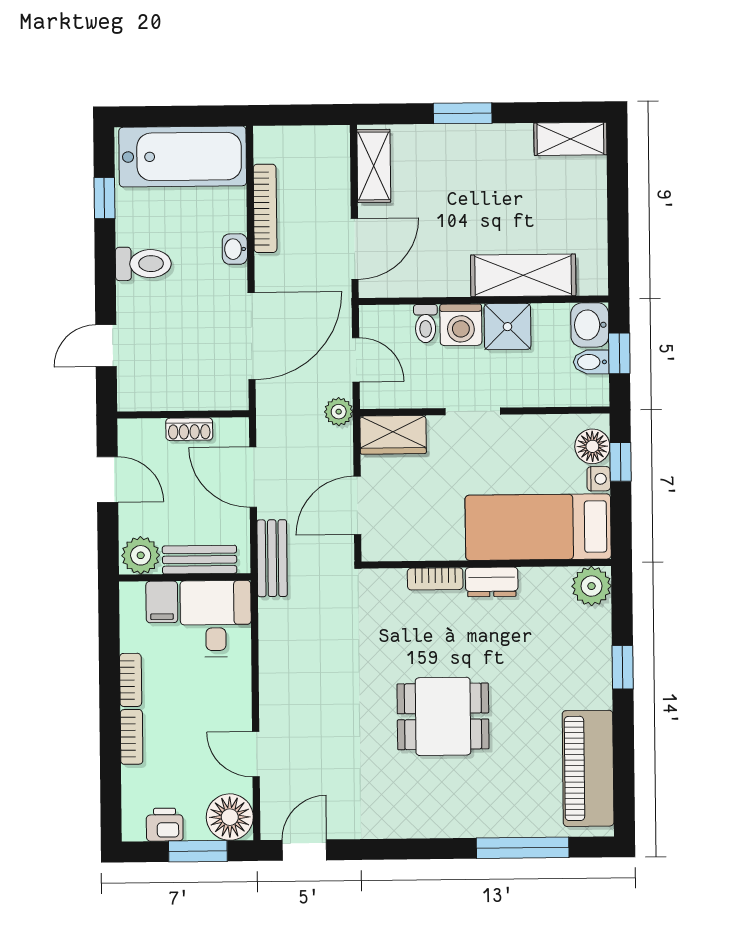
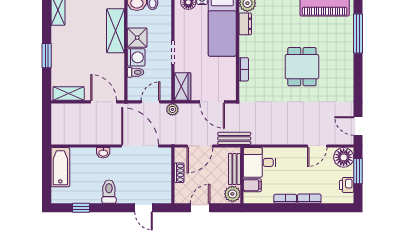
bathtub: (183, 157) -> (60, 167), width x0.73, depth x0.73
bookcase: (265, 208) -> (86, 140), removed
dresser: (492, 582) -> (245, 24), moved

